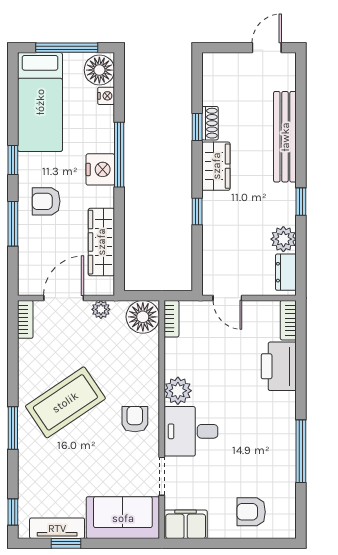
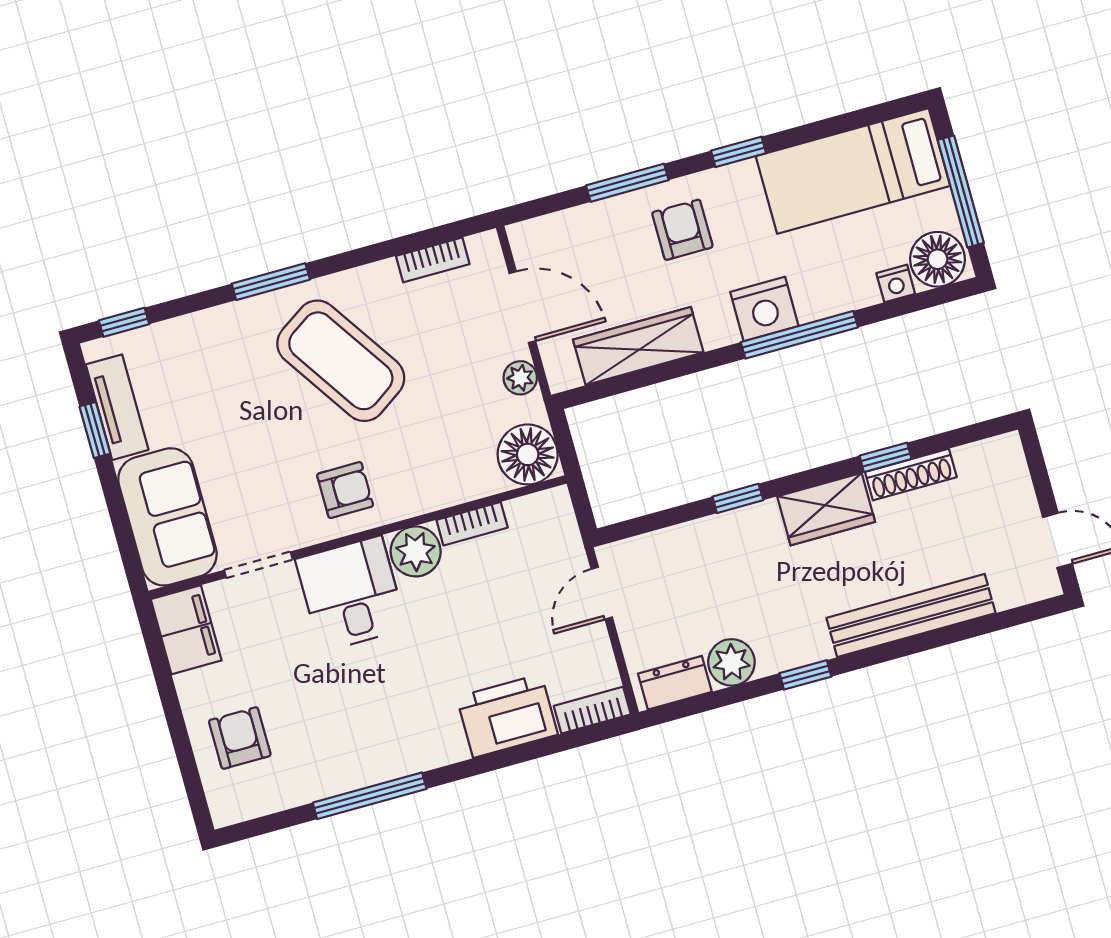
shoe rack: (210, 123) -> (911, 475), width x1.43
bookcase: (25, 319) -> (433, 260), moved
bookcase: (171, 319) -> (472, 524), moved

